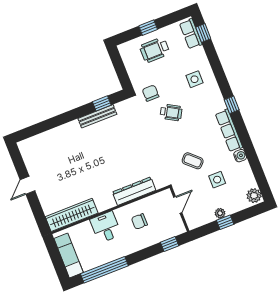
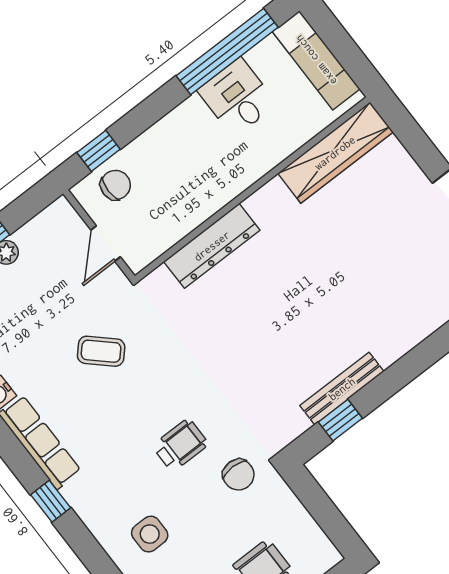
wheelchair: (171, 112) -> (180, 445), turned 150
side table: (217, 180) -> (34, 325), removed
chair: (139, 221) -> (115, 185), moved
desk: (106, 227) -> (237, 97), moved, turned 180

